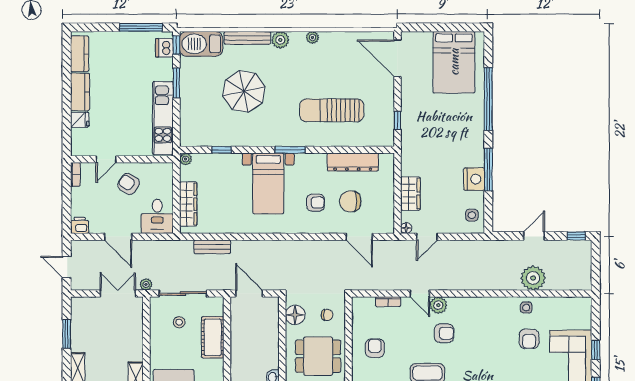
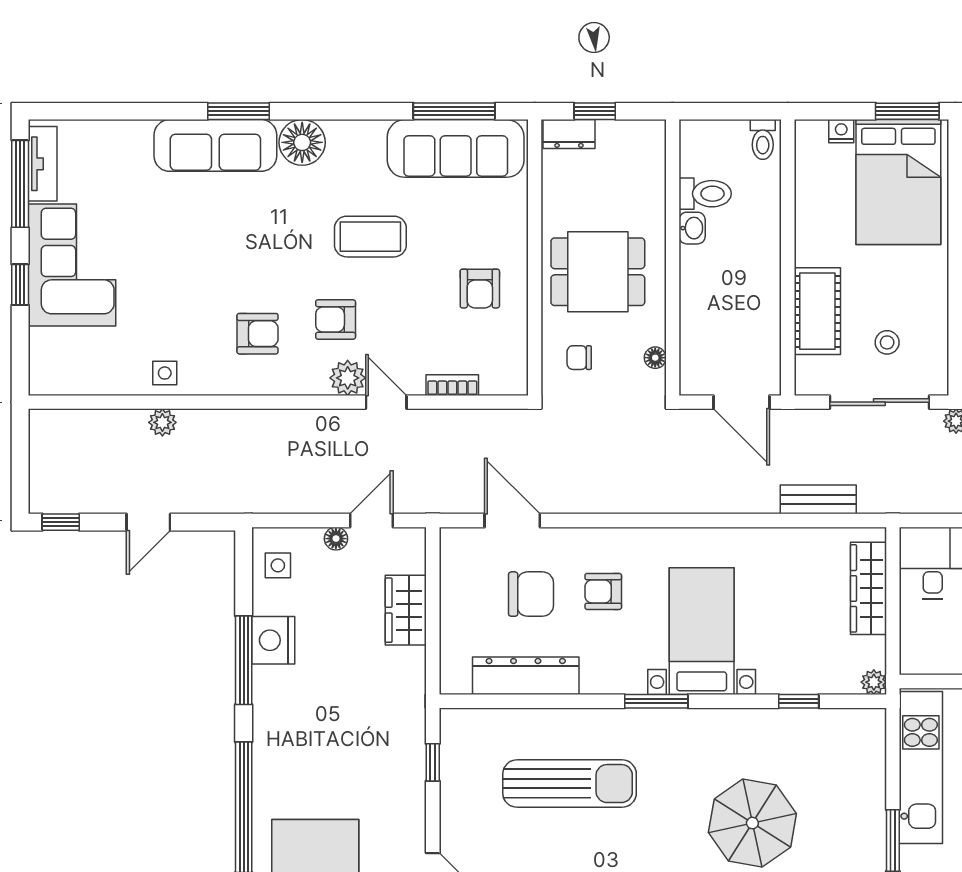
floor lamp: (406, 228) -> (336, 539), moved
plant: (533, 278) -> (162, 422), width x0.53, depth x0.53
floor lamp: (295, 315) -> (655, 358), width x0.53, depth x0.53
armchair: (529, 339) -> (258, 334), moved, turned 90

